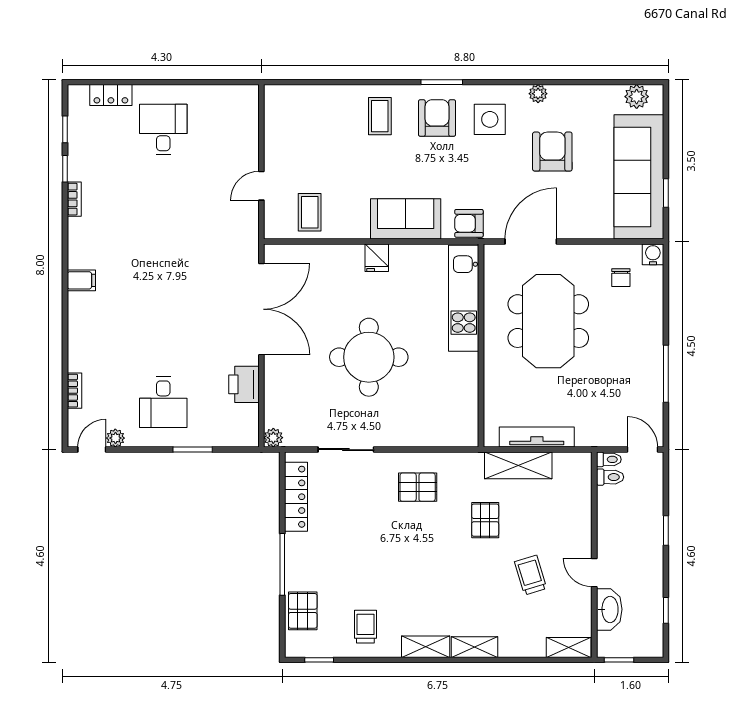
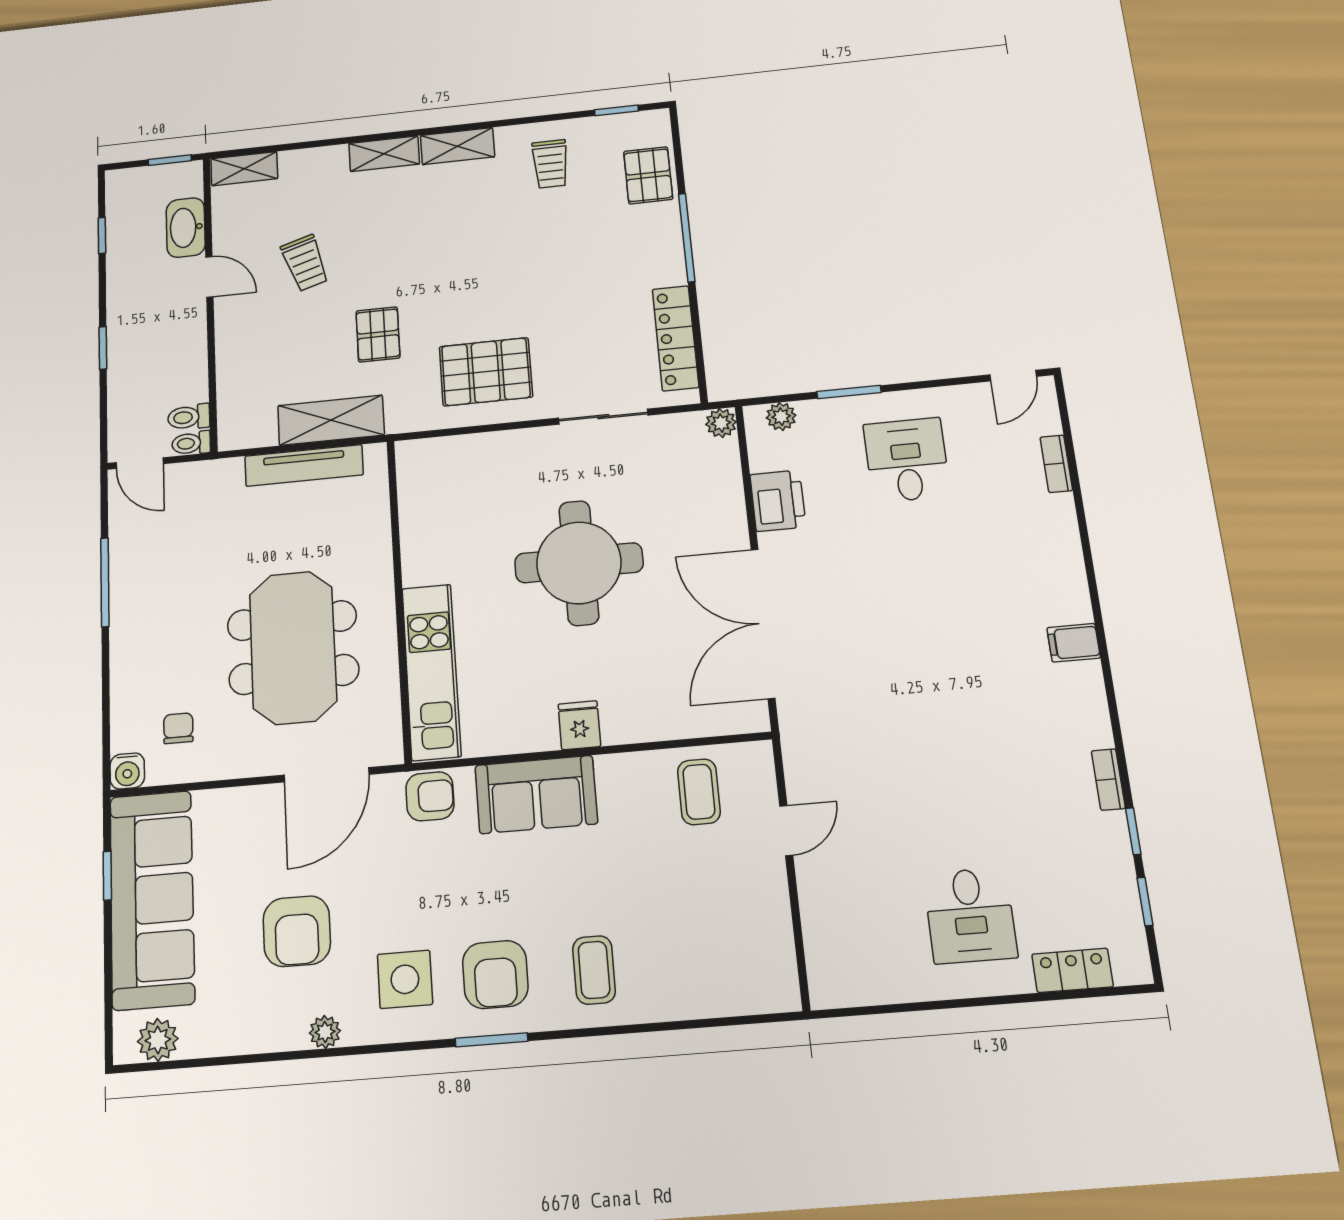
plant: (115, 438) -> (781, 417), moved
pallet: (418, 487) -> (486, 372), width x1.50, depth x1.42

